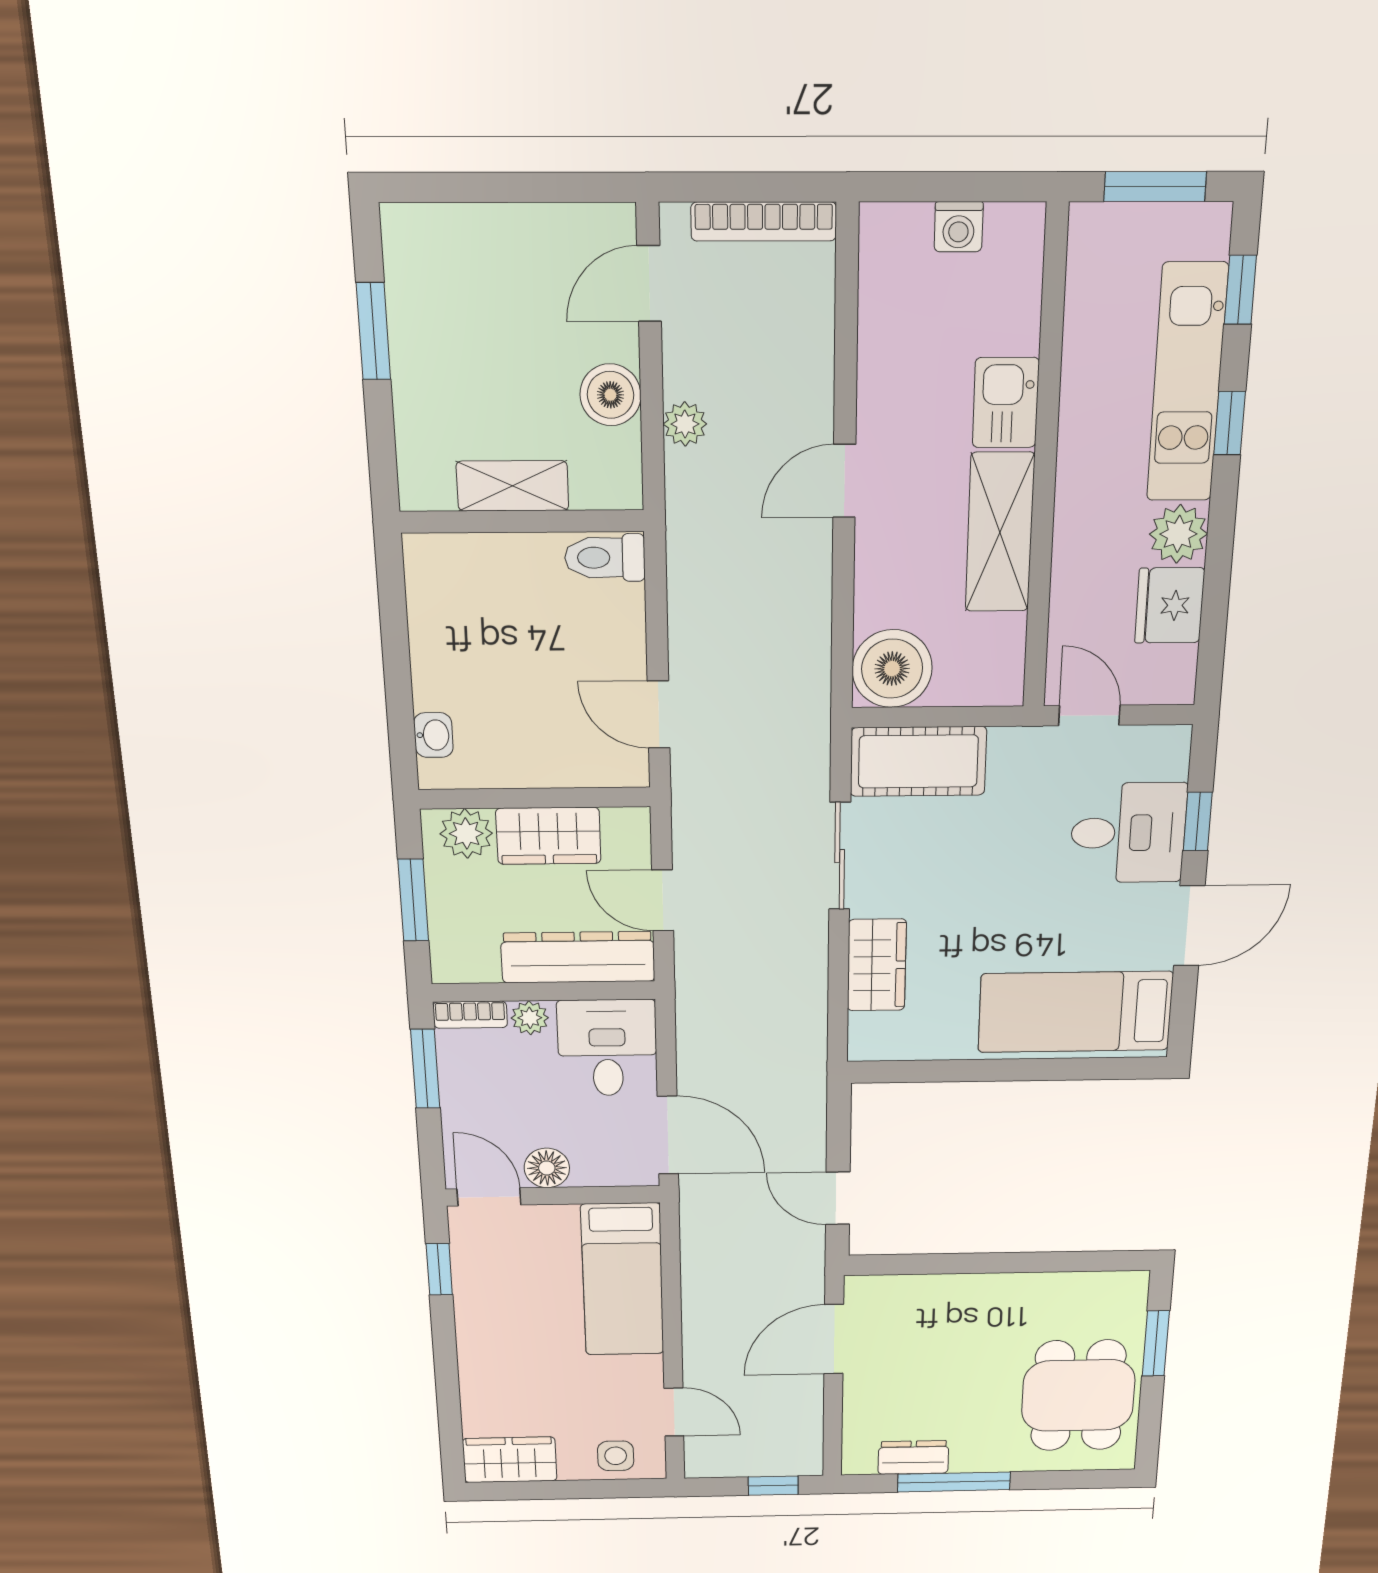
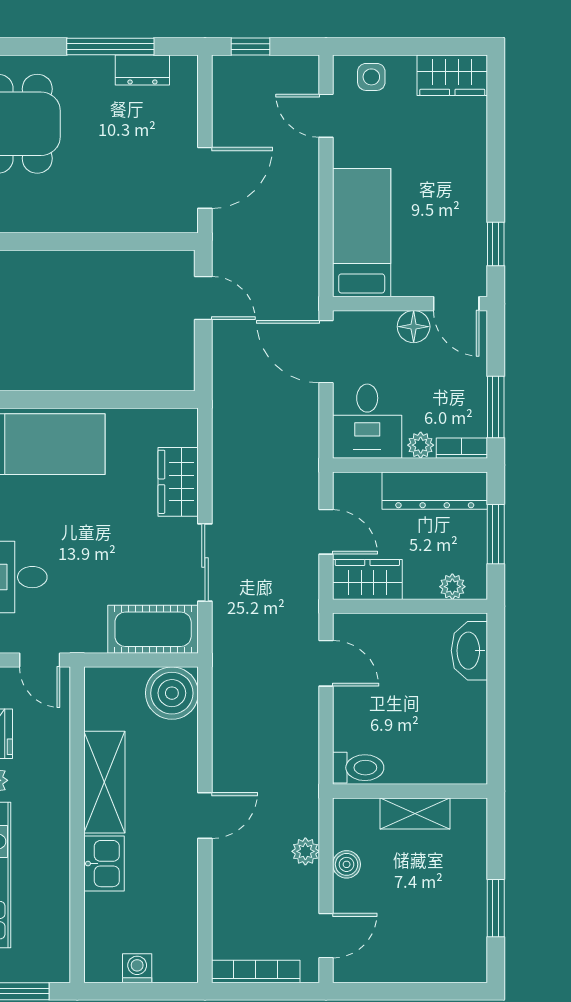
boiler: (610, 395) -> (347, 864), width x0.73, depth x0.73
washbasin: (433, 735) -> (469, 651), width x1.91, depth x1.45
plant: (466, 833) -> (452, 587), width x0.73, depth x0.73
wardrobe: (548, 836) -> (367, 579), moved
dresser: (578, 957) -> (435, 491), moved

